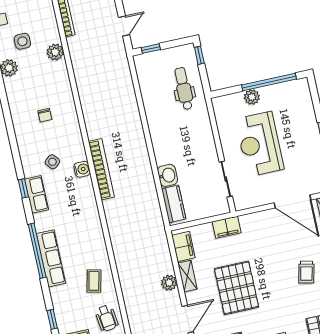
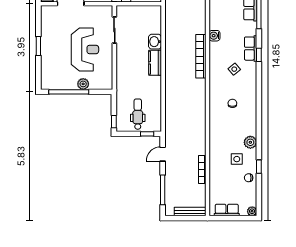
plant: (55, 52) -> (215, 146), removed
dental chair: (184, 89) -> (138, 114), moved, turned 180
water cooler: (82, 169) -> (214, 36), moved
kitchen counter: (174, 204) -> (155, 63), moved

